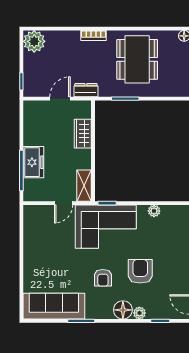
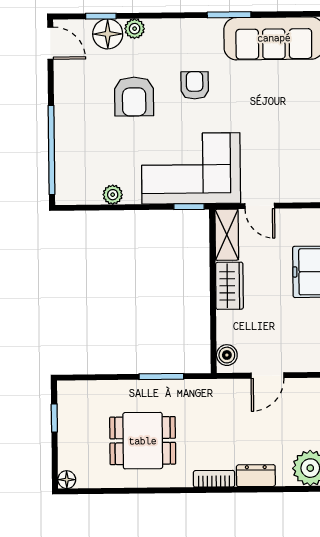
dining table: (137, 59) -> (143, 441), width x0.73
dresser: (86, 90) -> (256, 476), moved, turned 180
boiler: (85, 112) -> (227, 355), added
wardrobe: (83, 134) -> (229, 286), moved
door: (64, 203) -> (260, 206), swing flipped
floor lamp: (123, 310) -> (108, 34), moved

